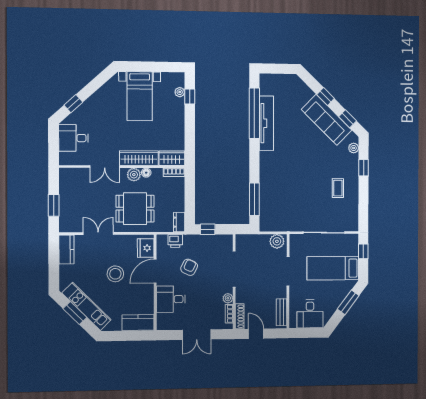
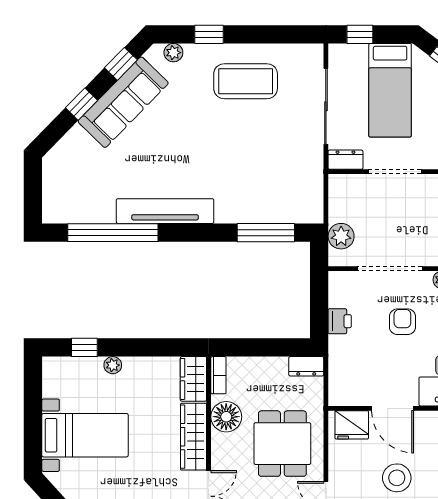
plant: (180, 92) -> (113, 365), moved
tv unit: (266, 123) -> (165, 211), moved
floor lamp: (146, 173) -> (226, 417), width x1.89, depth x1.89
plant: (134, 175) -> (223, 445), removed
coffee table: (338, 188) -> (246, 81), width x1.86, depth x1.72
window: (208, 229) -> (319, 316), removed
printer: (175, 241) -> (340, 321), moved
plant: (277, 241) -> (341, 236), moved
dresser: (295, 244) -> (345, 160), added
armchair: (189, 267) -> (402, 322), moved, turned 64

